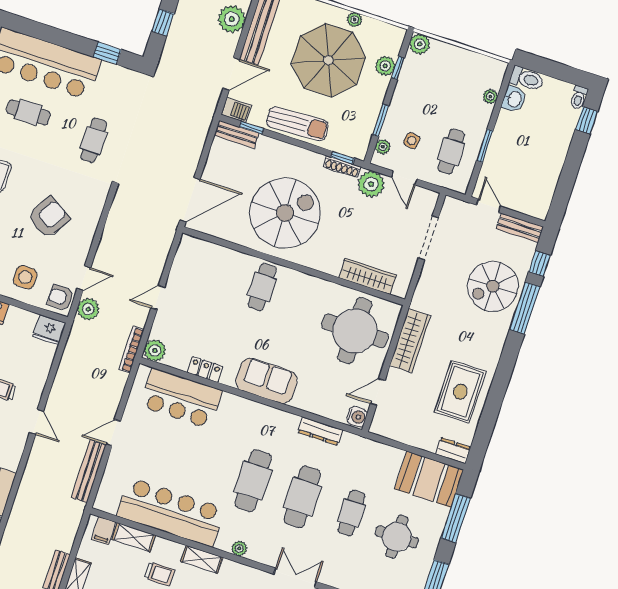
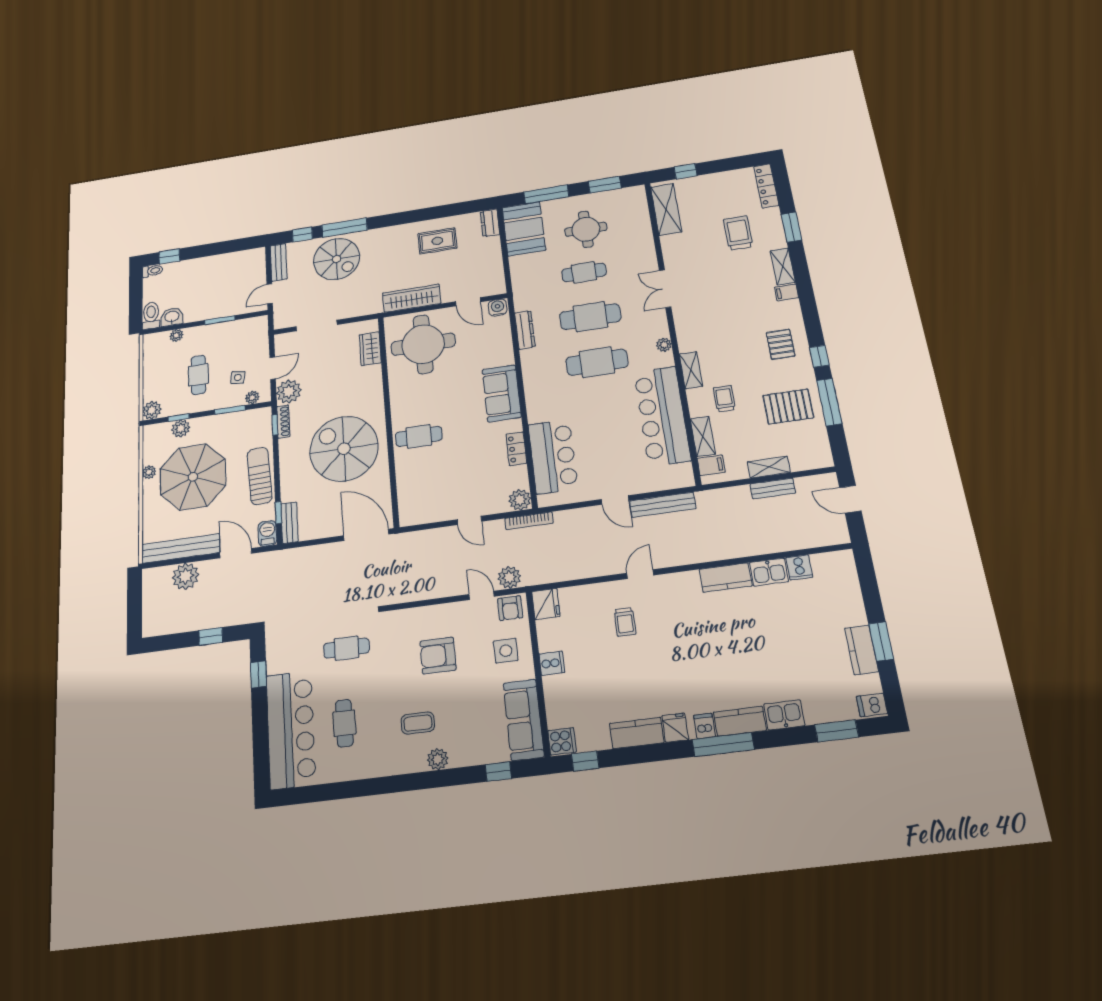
cafe table: (451, 152) -> (198, 375), moved, turned 90
armchair: (49, 217) -> (438, 656), turned -31
wardrobe: (368, 276) -> (370, 349), width x0.67
rug: (460, 392) -> (437, 241), width x0.73, depth x0.70

